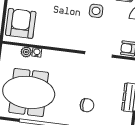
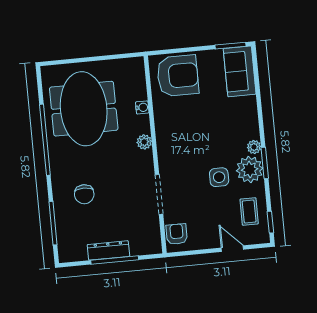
plant: (26, 52) -> (144, 142), moved

